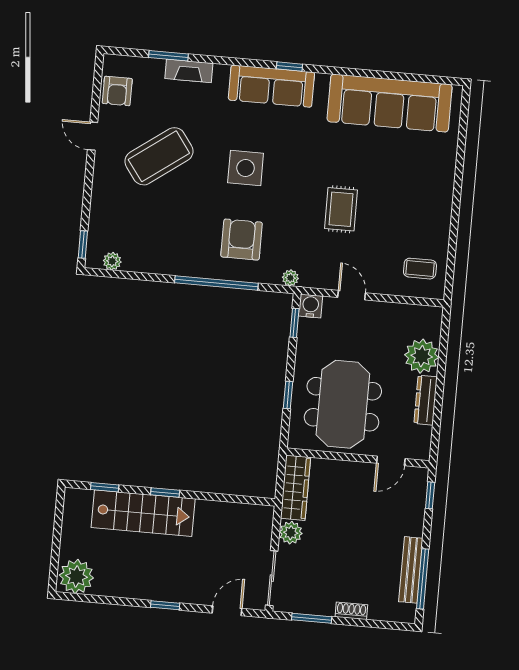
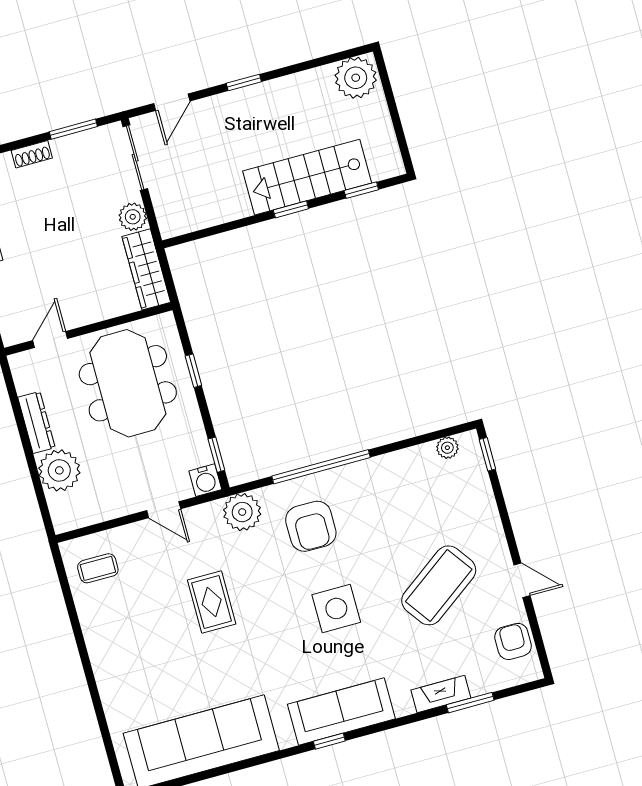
plant: (290, 278) -> (242, 512), width x1.88, depth x1.88

